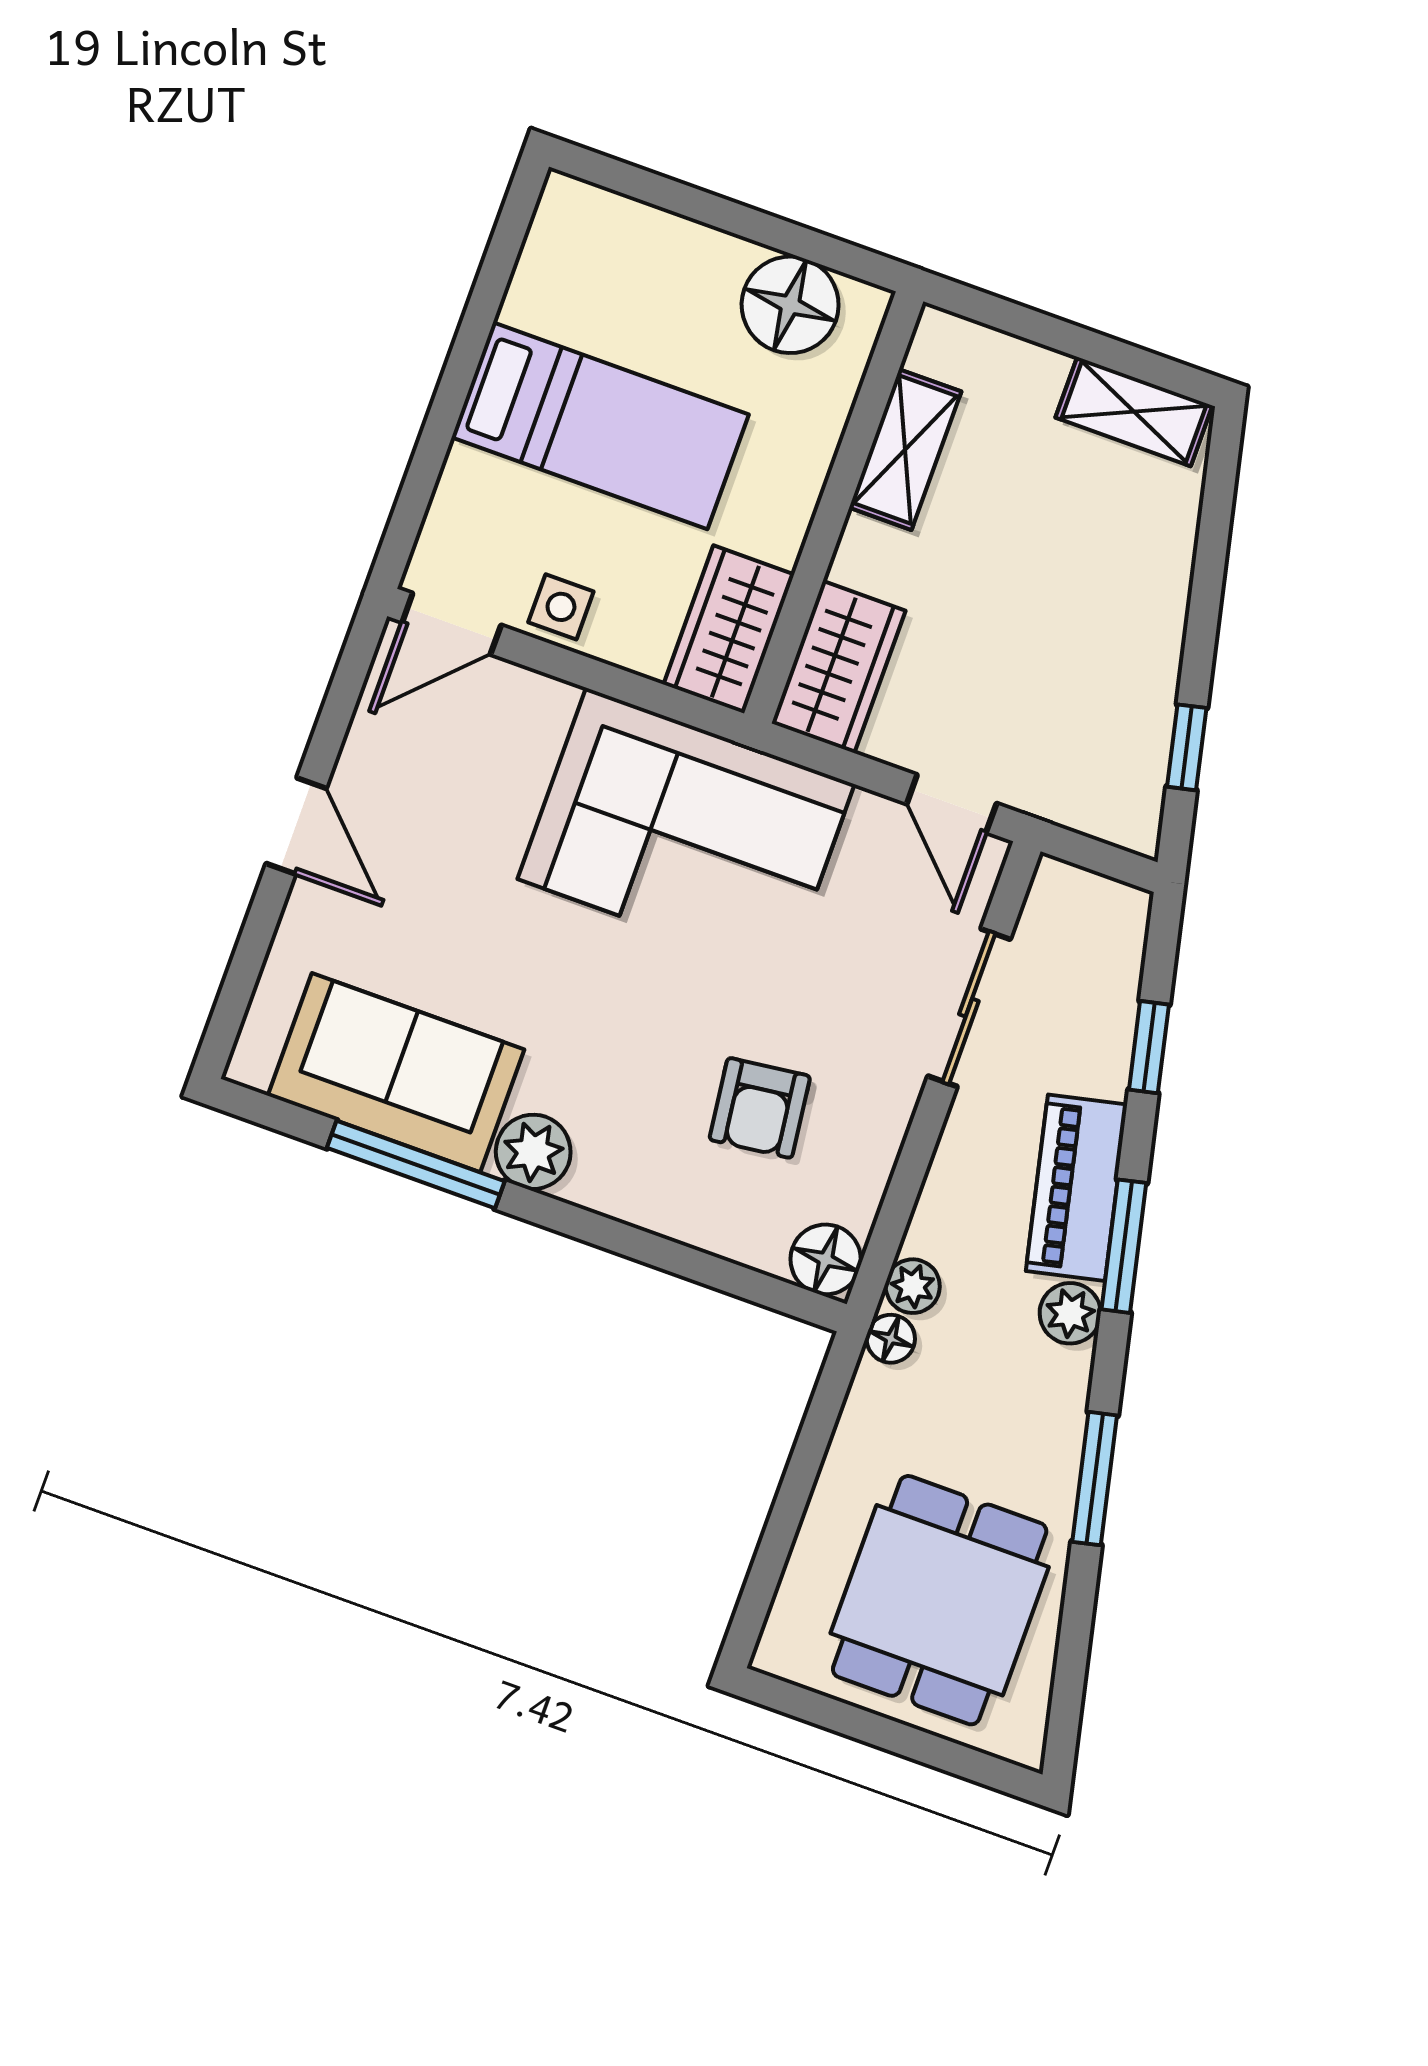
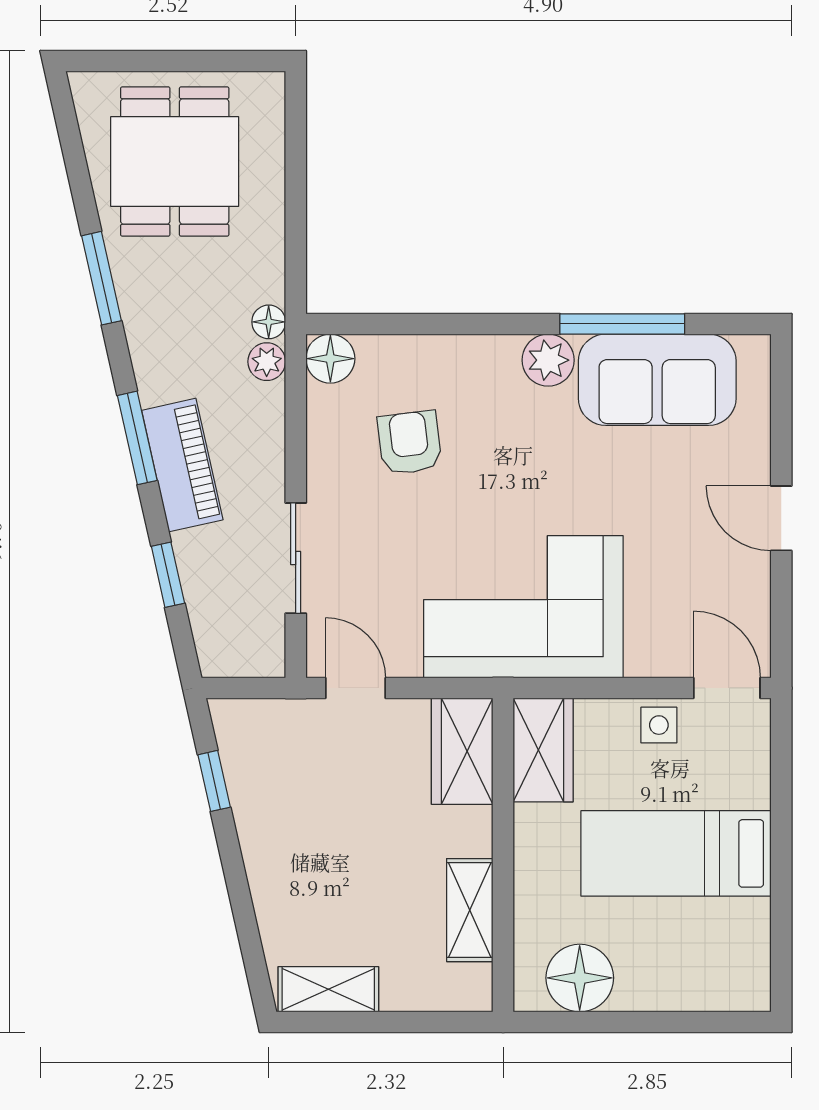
door: (452, 624) -> (727, 688), hinge flipped
plant: (1070, 1313) -> (157, 381), removed

